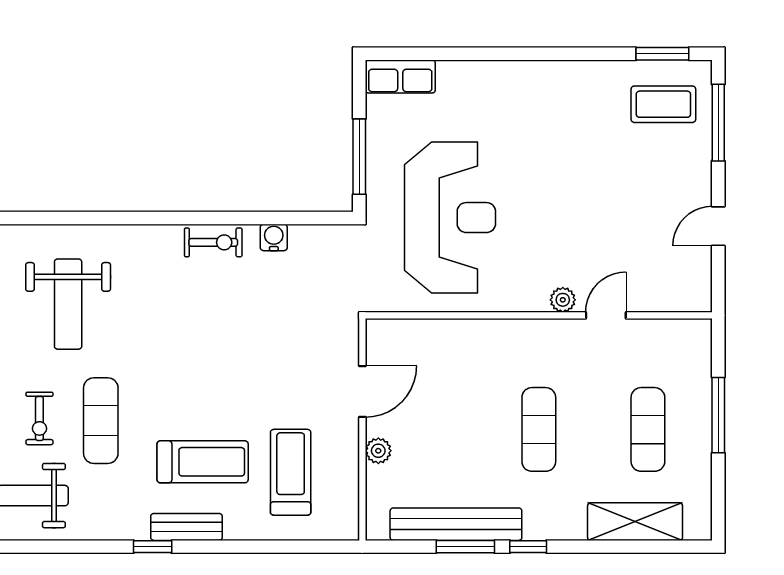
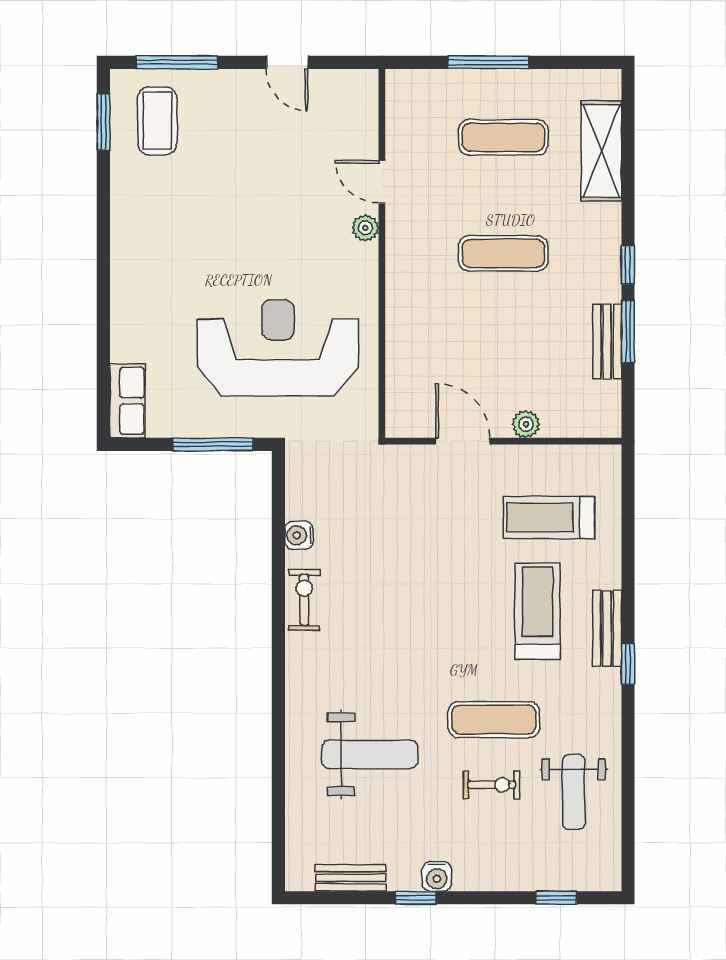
bench: (456, 524) -> (607, 342), width x0.54, depth x0.82

